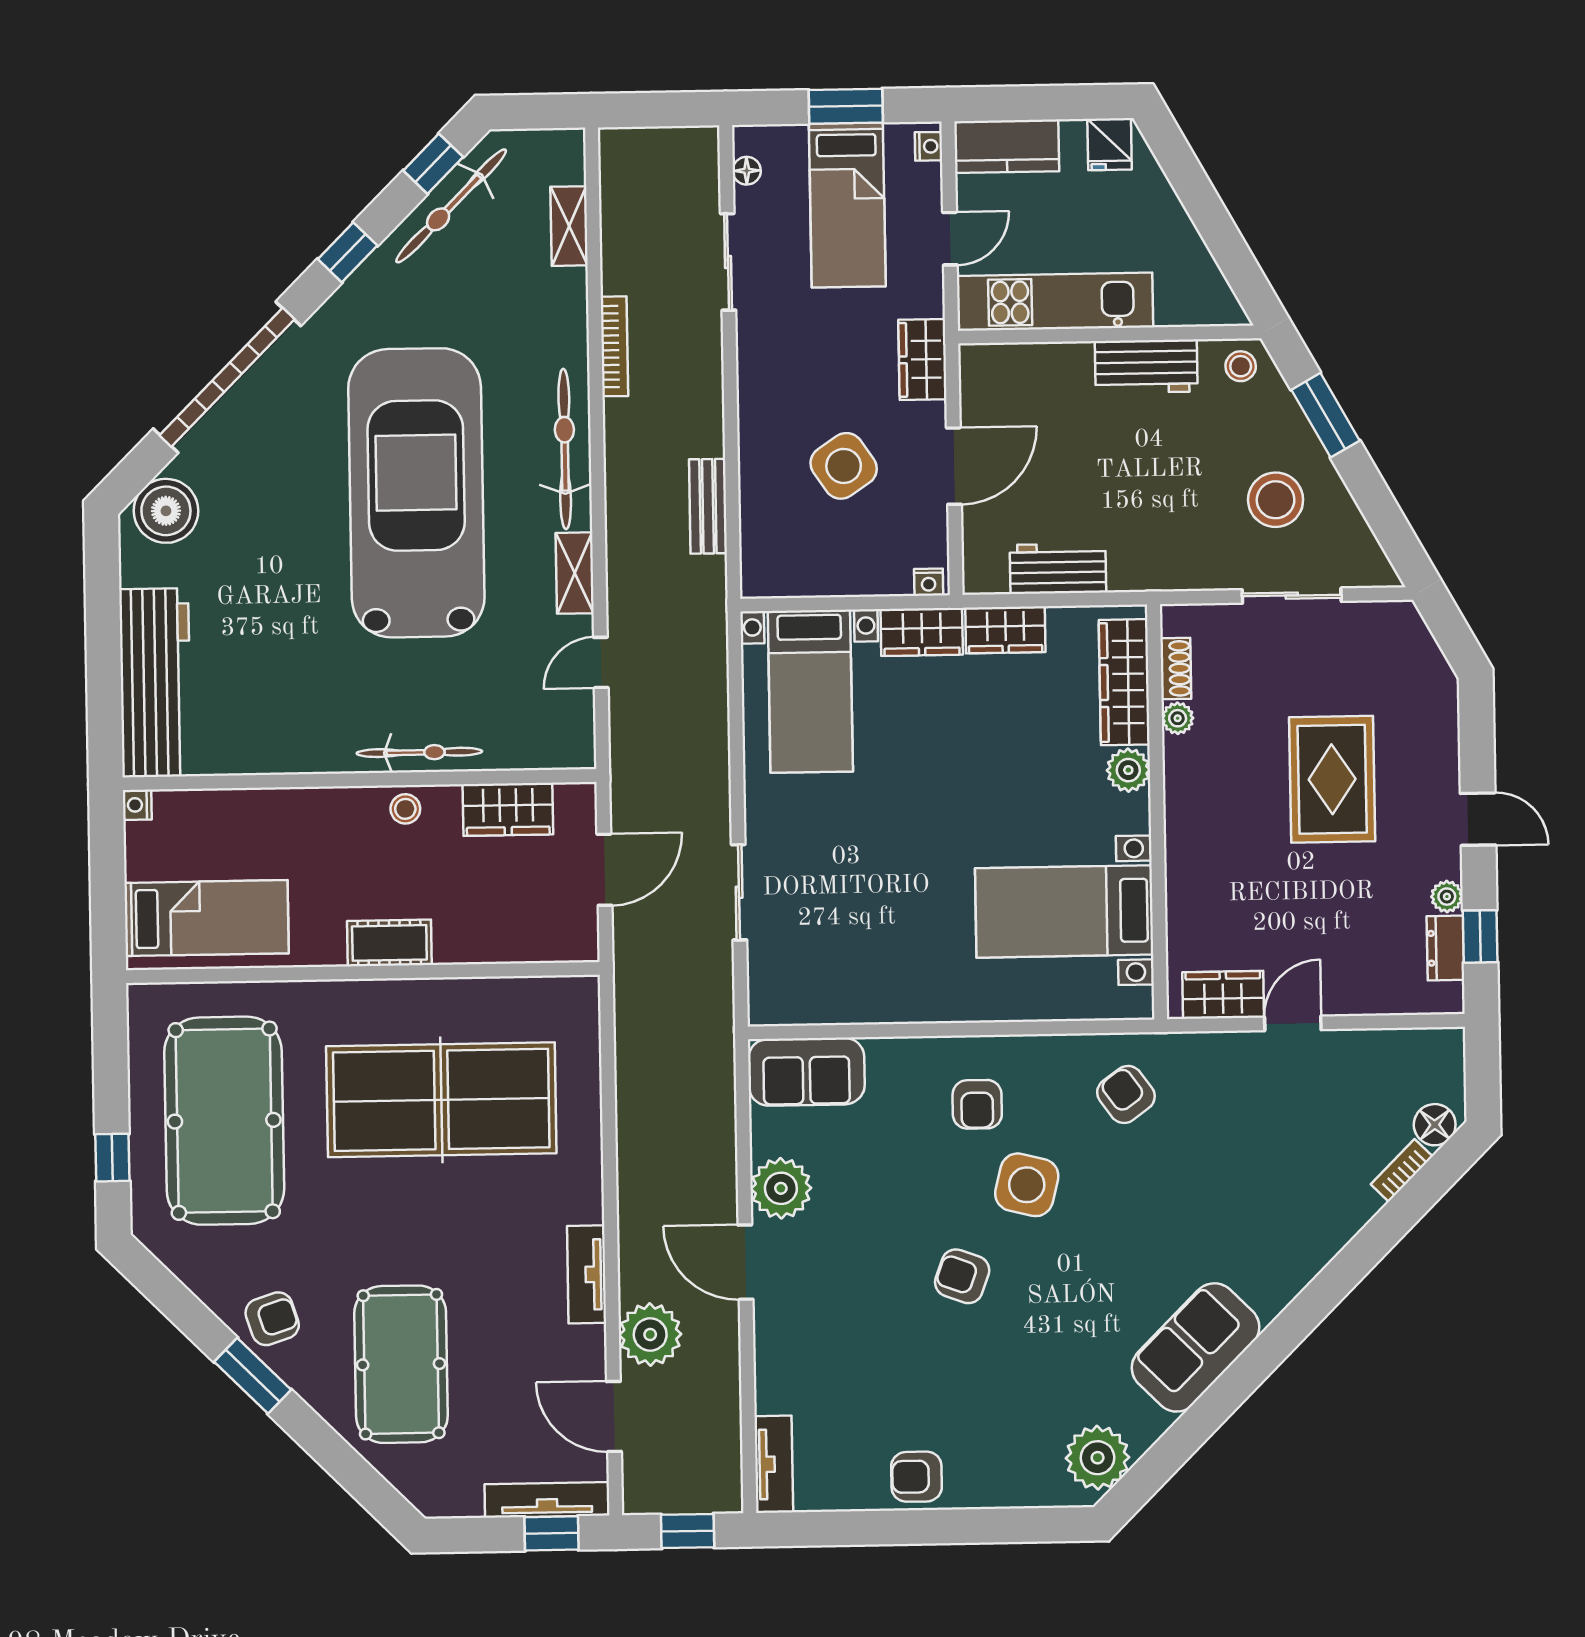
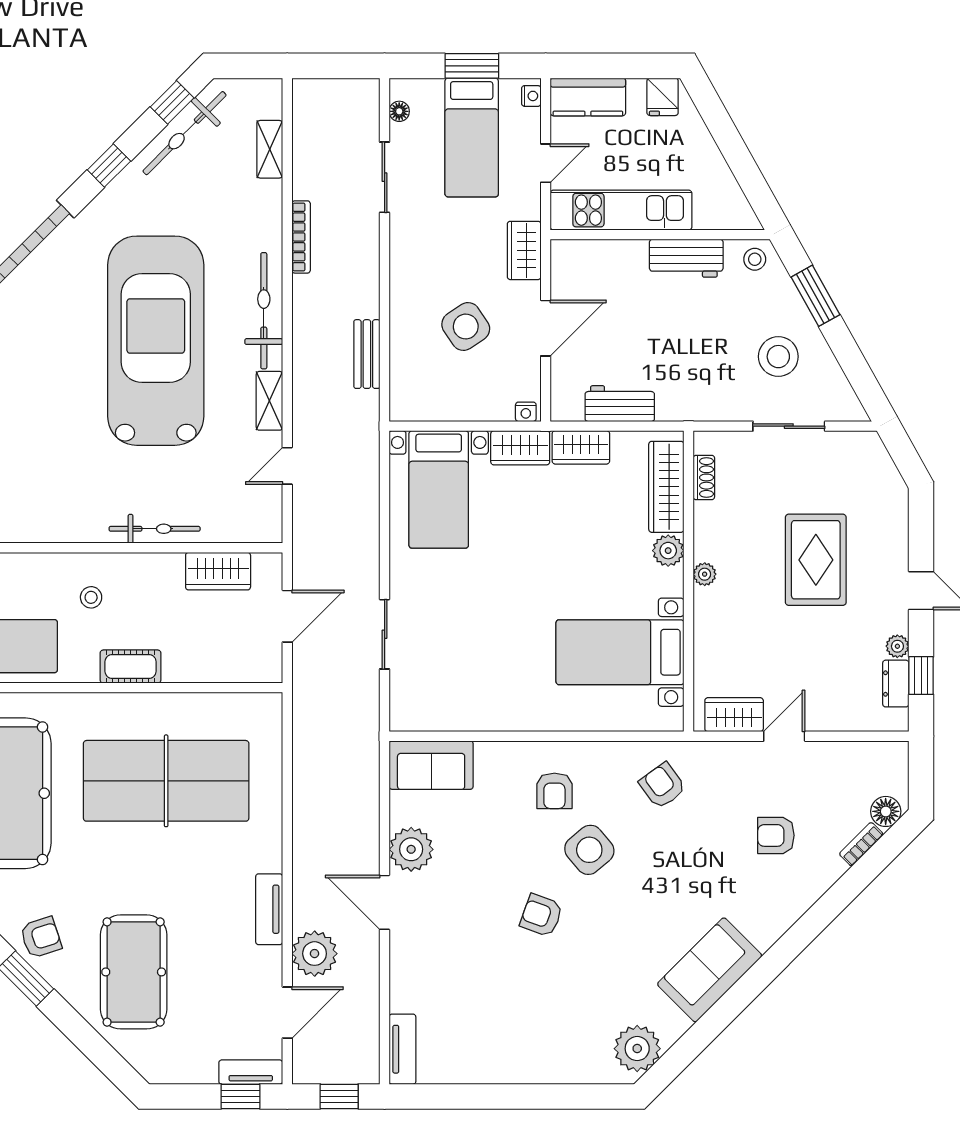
plant: (1178, 718) -> (705, 574), moved
stool: (405, 809) -> (91, 597), moved
side table: (1027, 1185) -> (589, 850), turned 36
door: (614, 1417) -> (287, 1013), swing flipped
armchair: (917, 1477) -> (776, 835), moved
tv unit: (547, 1500) -> (251, 1072), width x0.71

